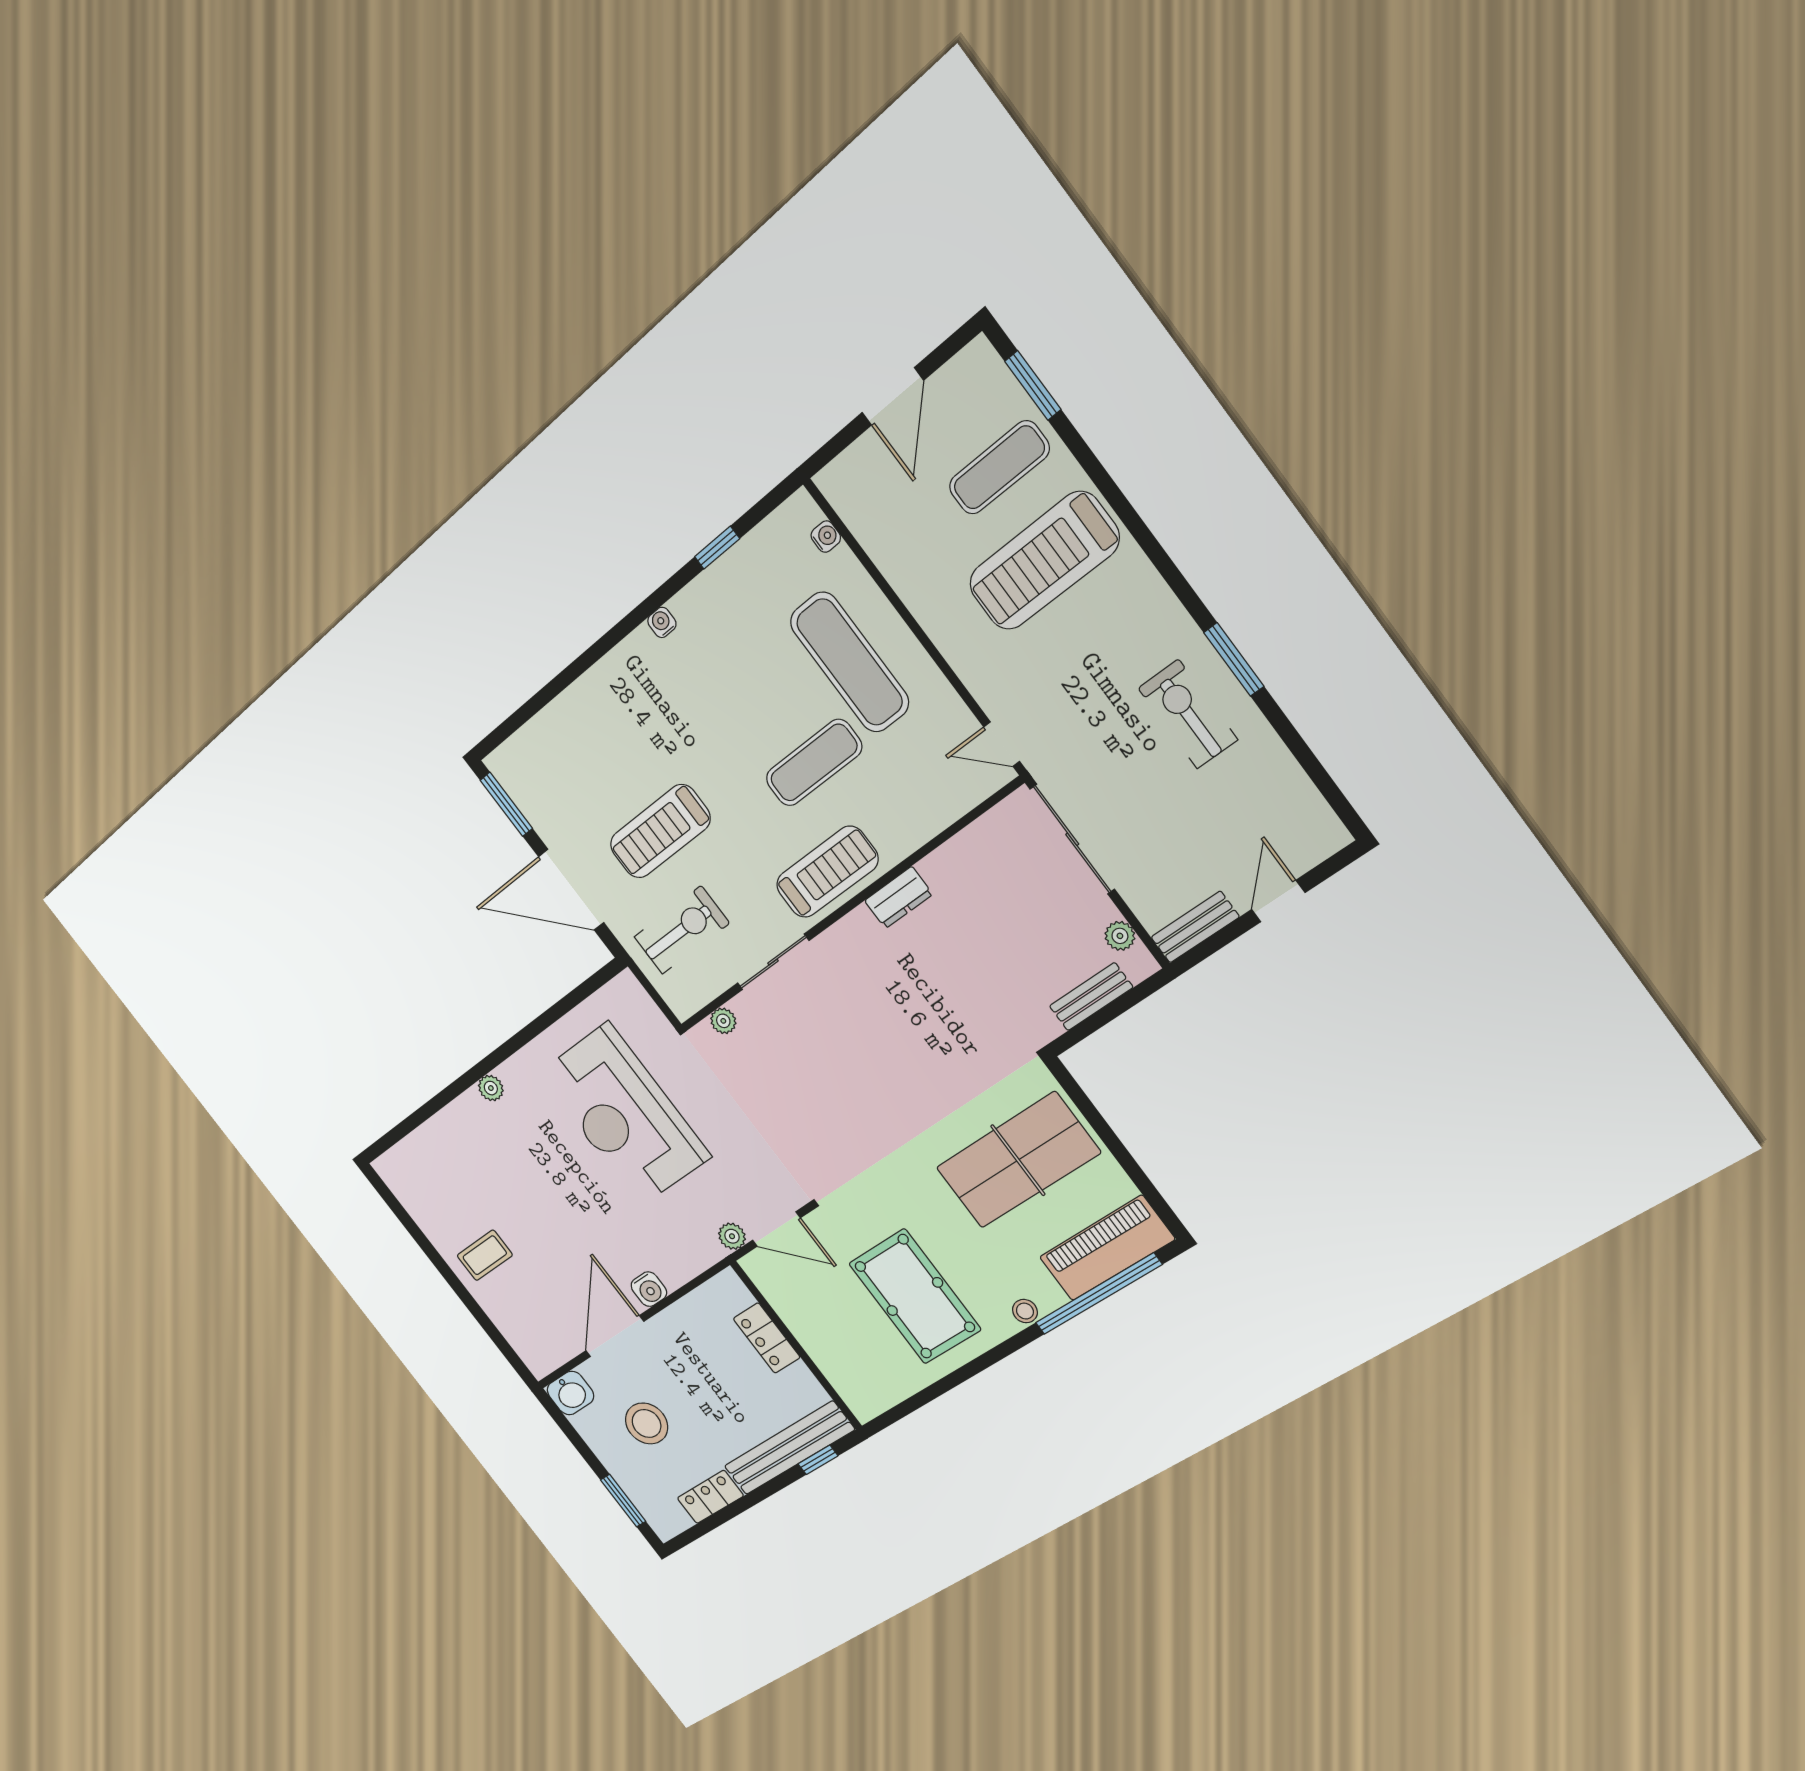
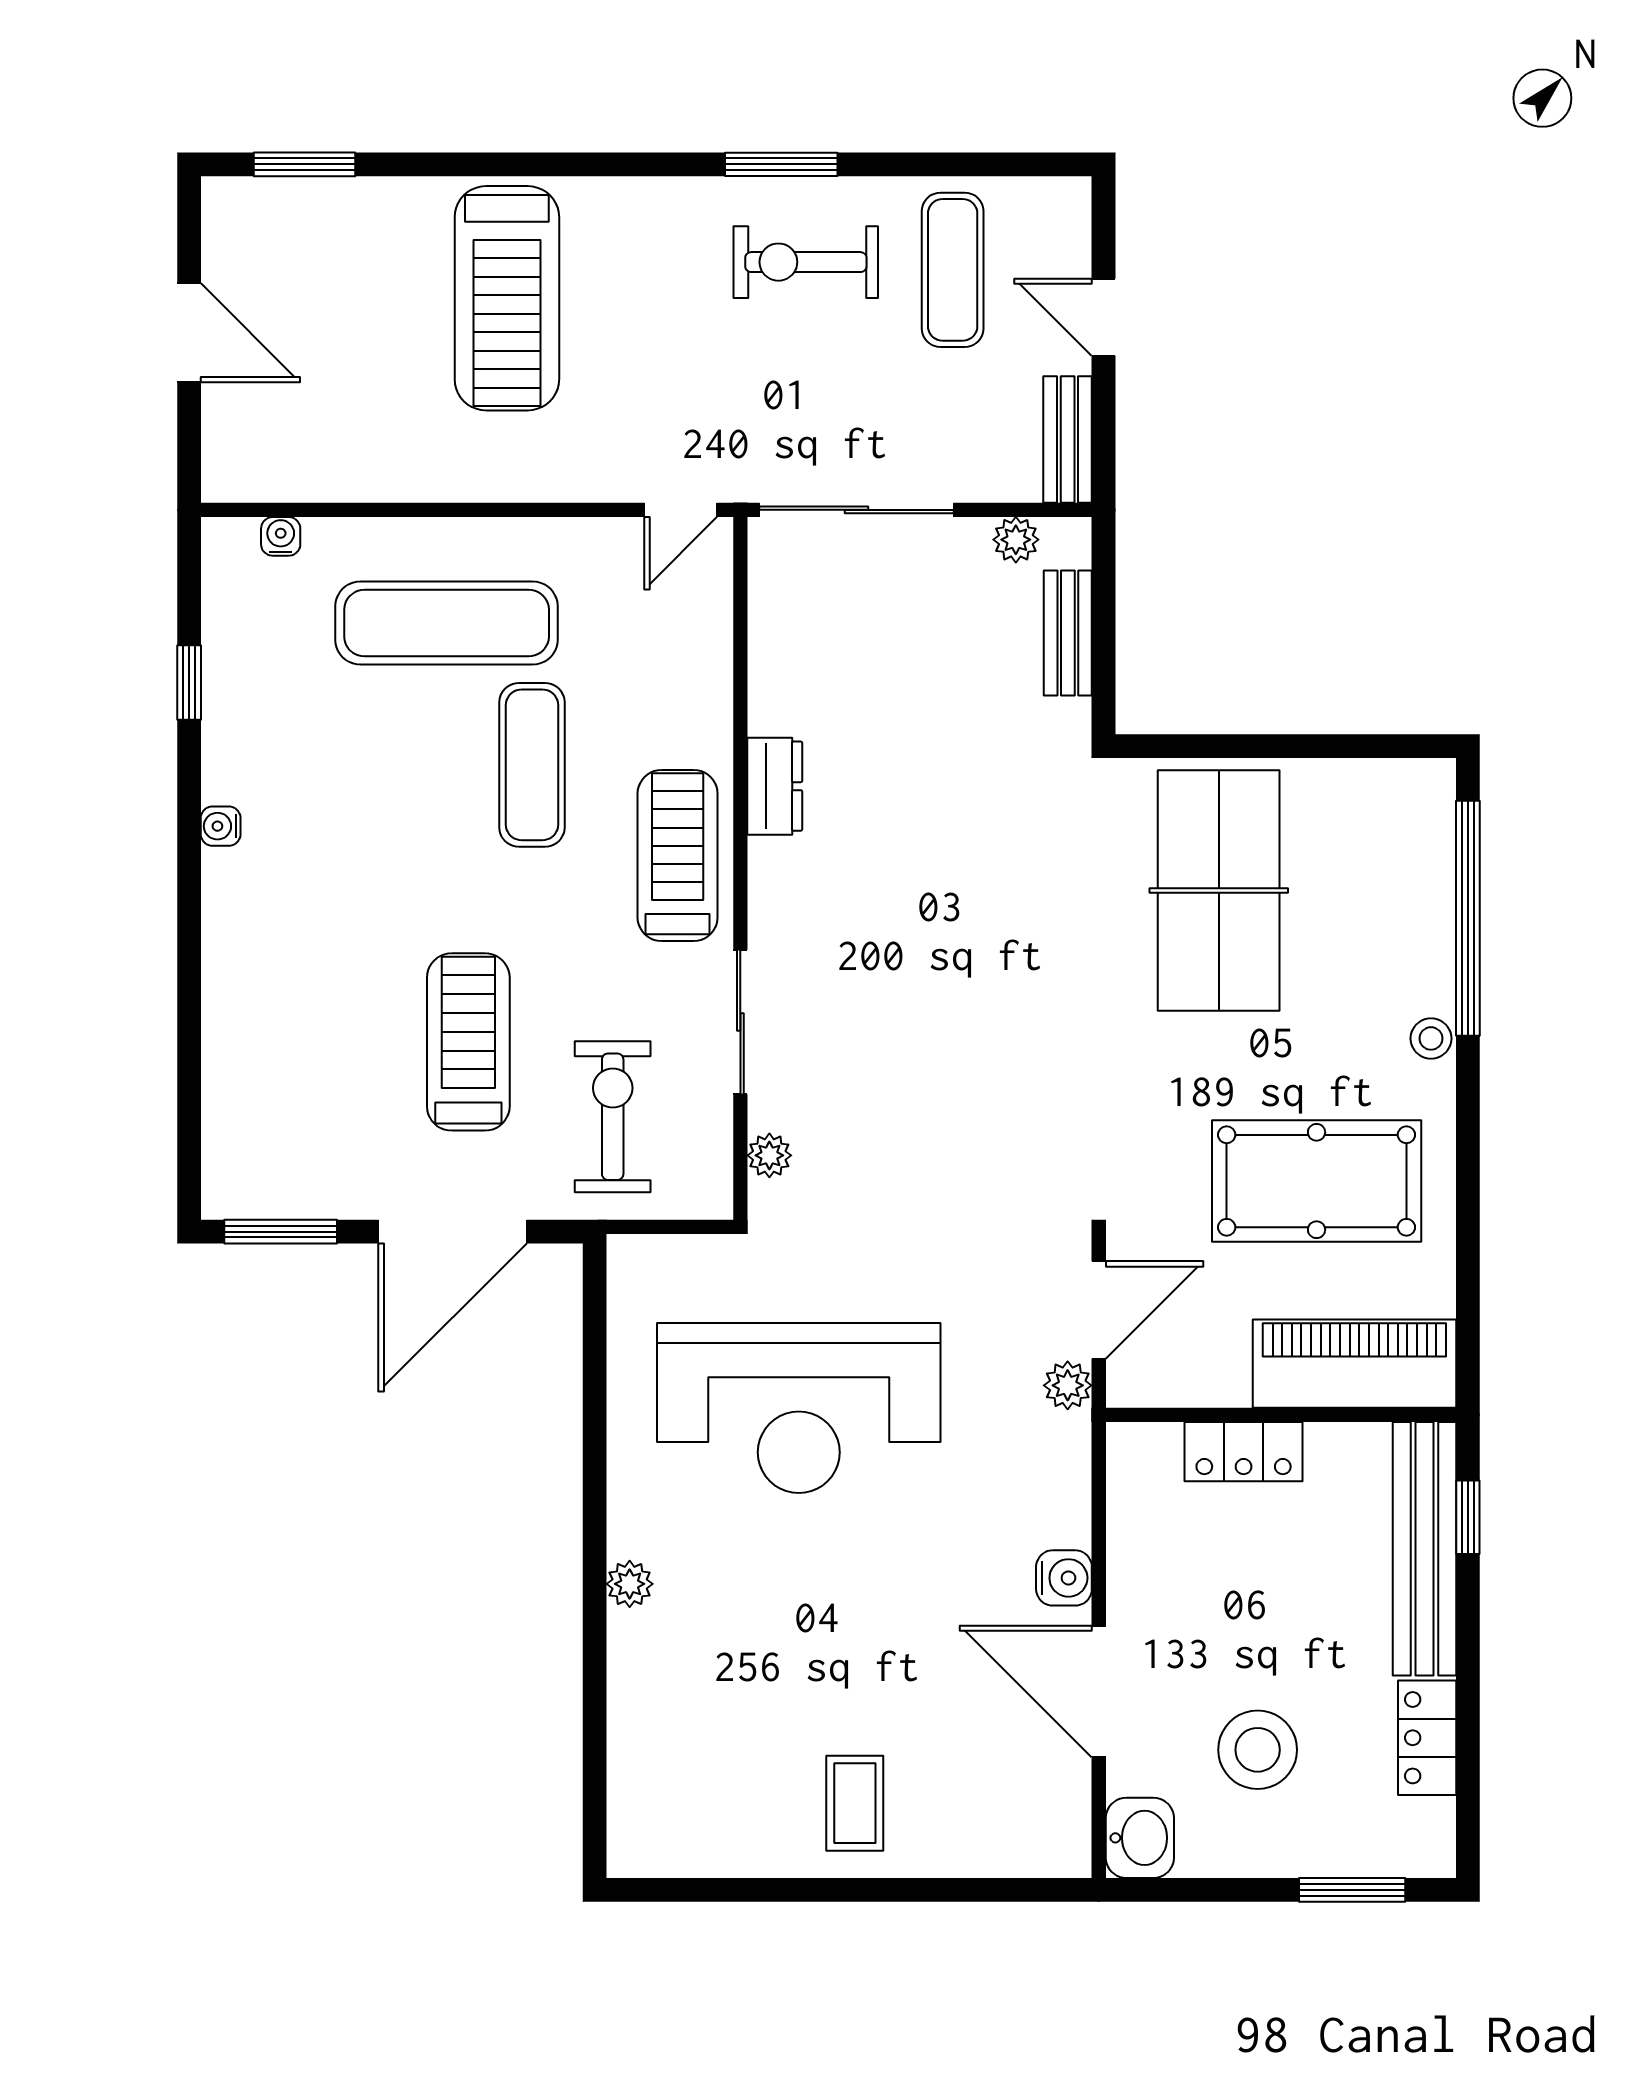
exercise mat: (999, 468) -> (953, 270), moved
treadmill: (660, 831) -> (468, 1042), turned 180
piano: (1107, 1248) -> (1354, 1364), moved, turned 90

